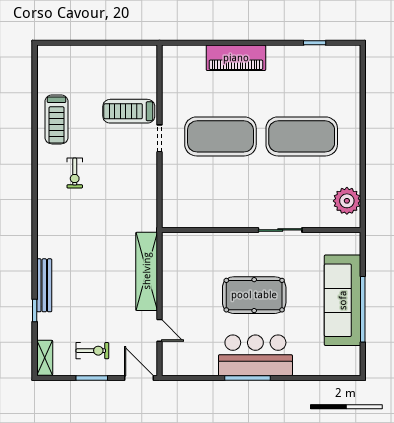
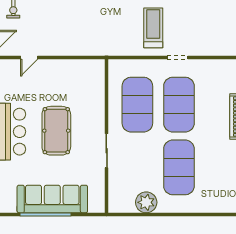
treadmill: (129, 111) -> (153, 28), moved
exercise mat: (220, 190) -> (137, 105), added
plant: (347, 201) -> (146, 202), moved
shelving: (147, 271) -> (75, 48), removed

